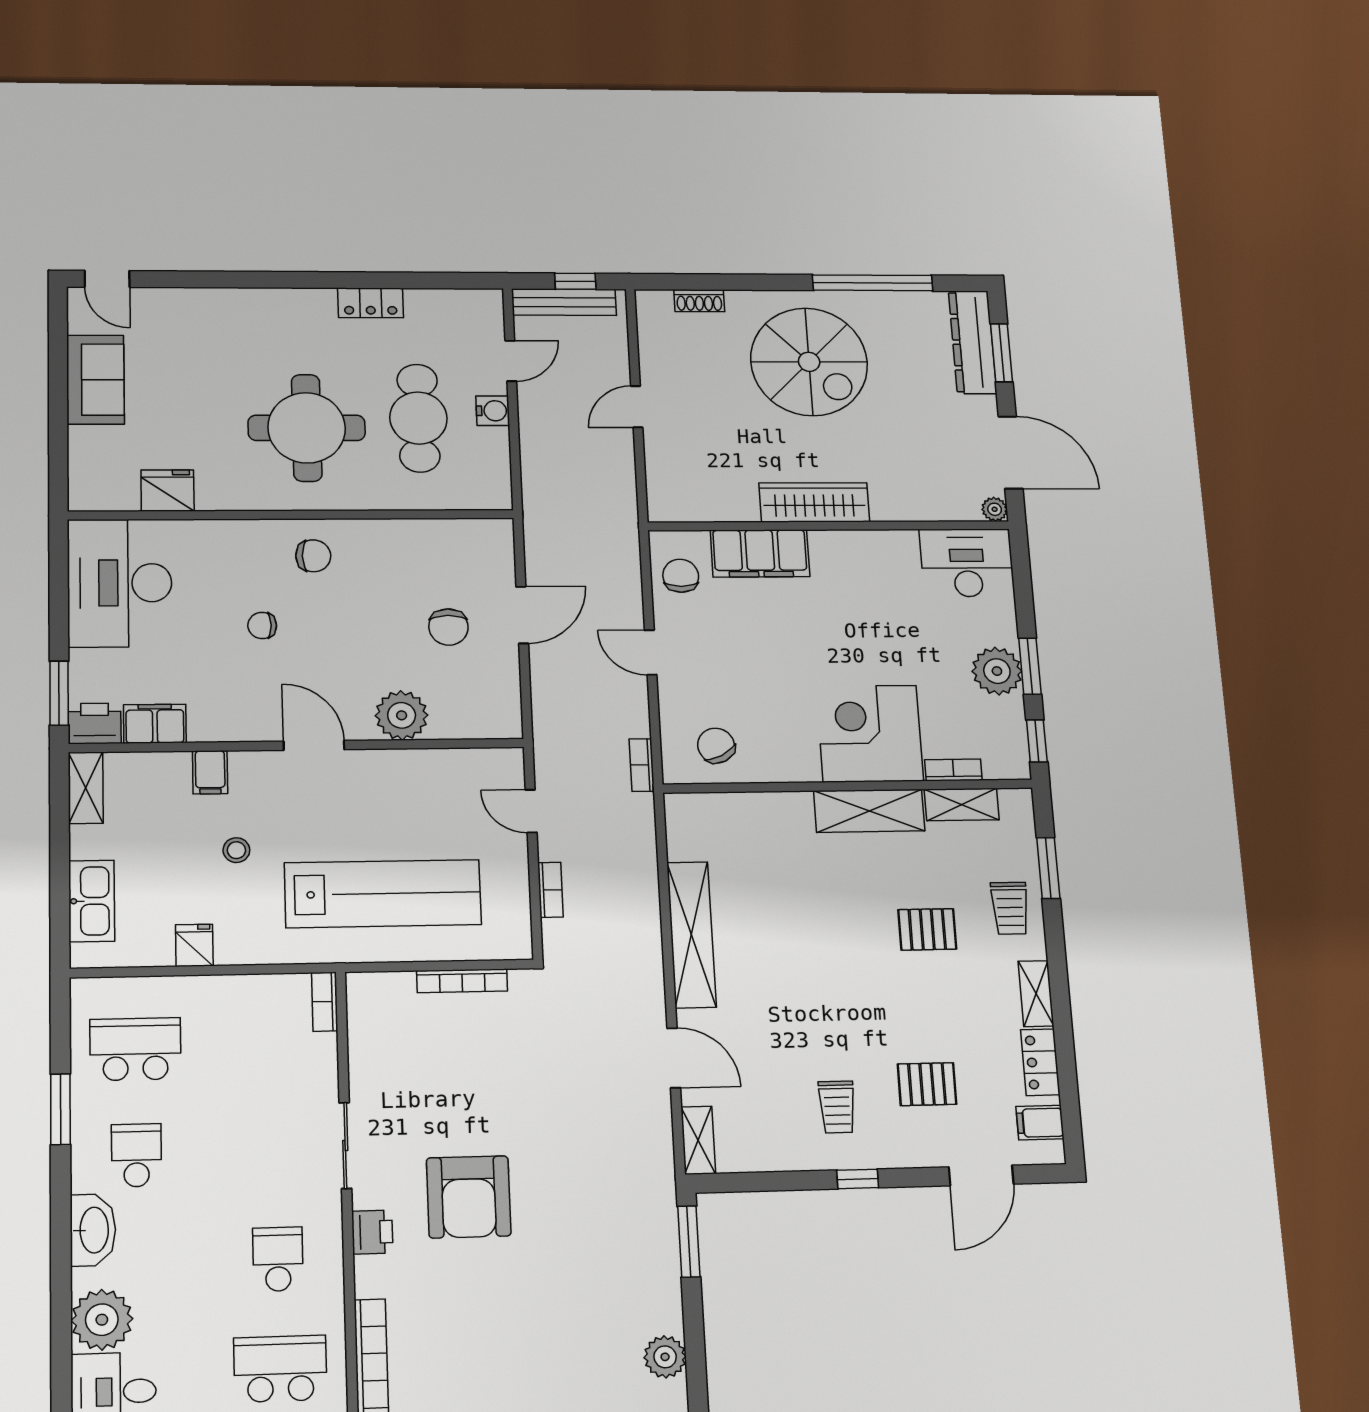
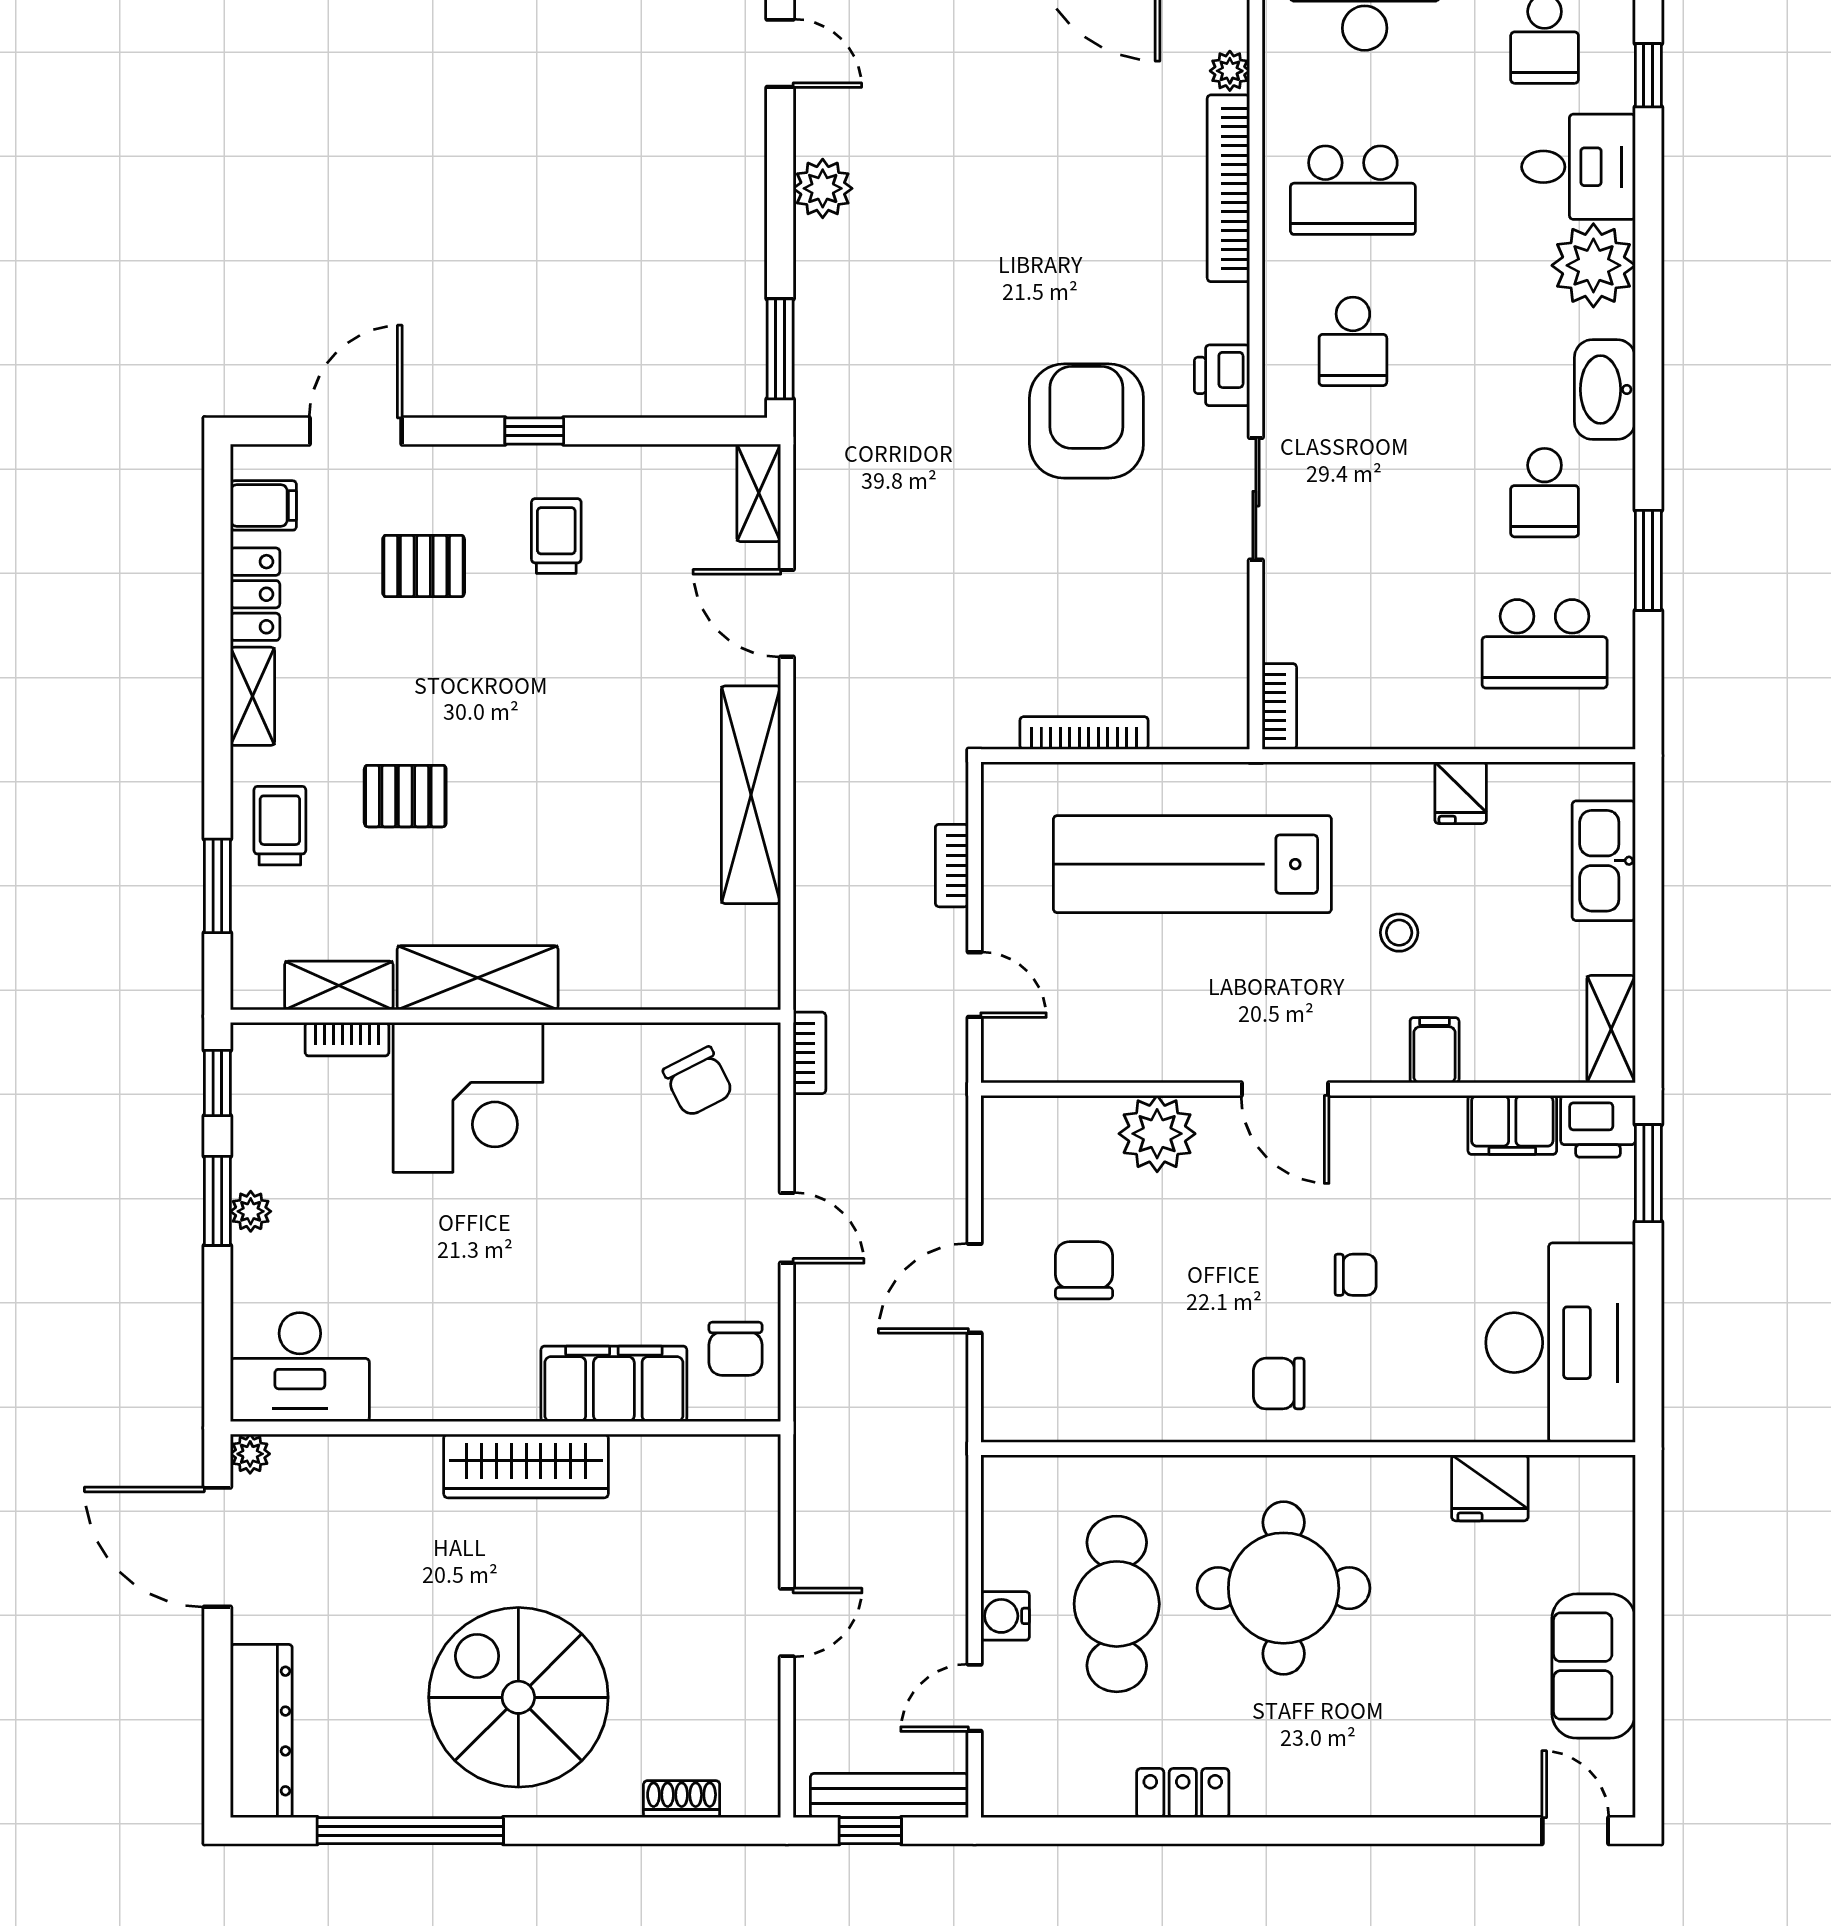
window: (1002, 353) -> (217, 1713), removed
plant: (997, 671) -> (251, 1211), width x0.53, depth x0.53

